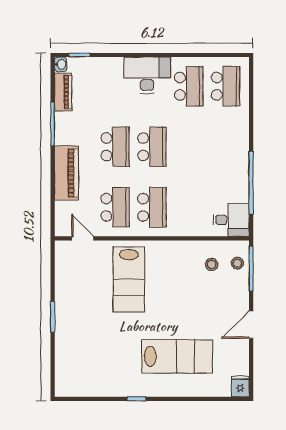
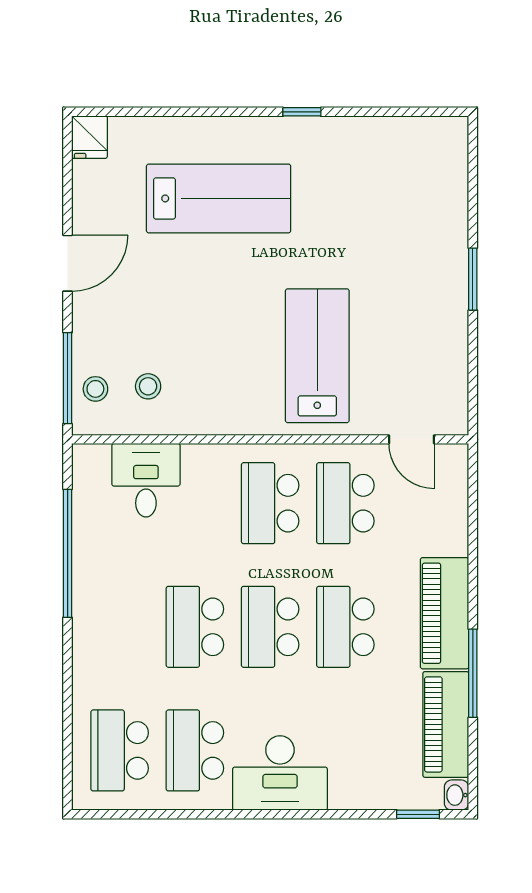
piano: (63, 92) -> (446, 724), width x1.37, depth x1.33
school desk: (189, 147) -> (195, 627), added
piano: (67, 173) -> (445, 613), moved
desk: (231, 220) -> (146, 480), moved, turned 90
lab bench: (177, 356) -> (219, 198), turned 180

